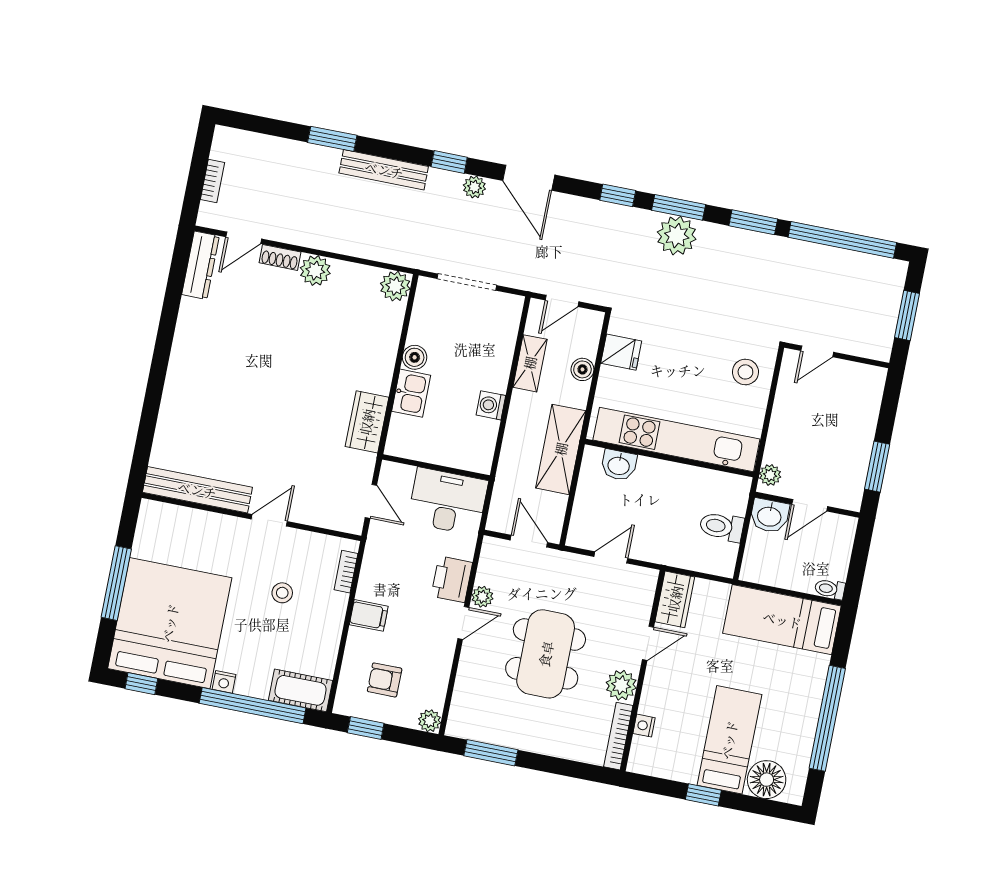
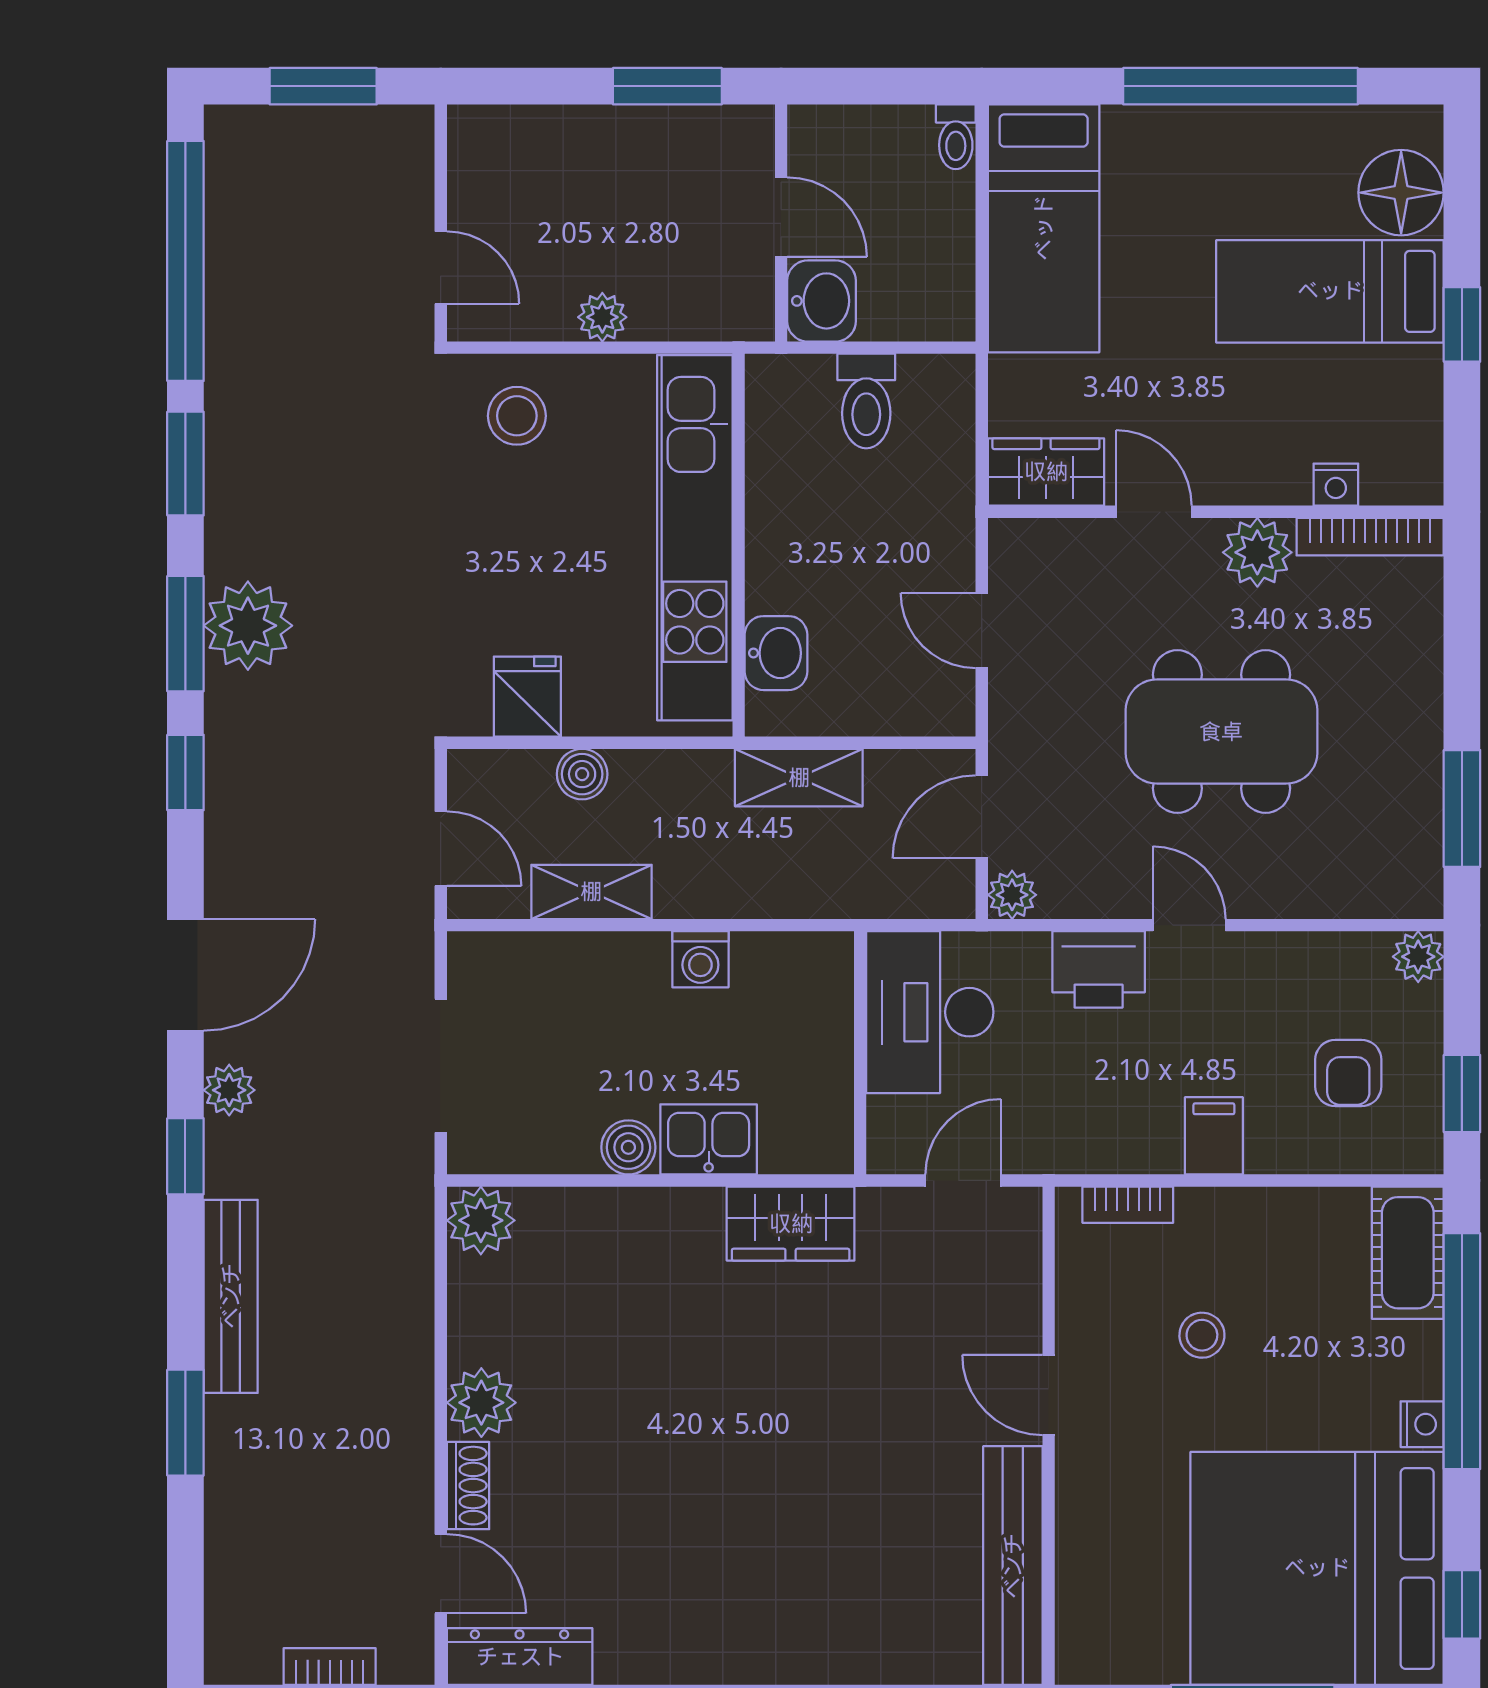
shelving: (561, 449) -> (799, 778), width x0.67, depth x0.75
plant: (770, 475) -> (602, 317), moved
plant: (482, 597) -> (1012, 895), moved

